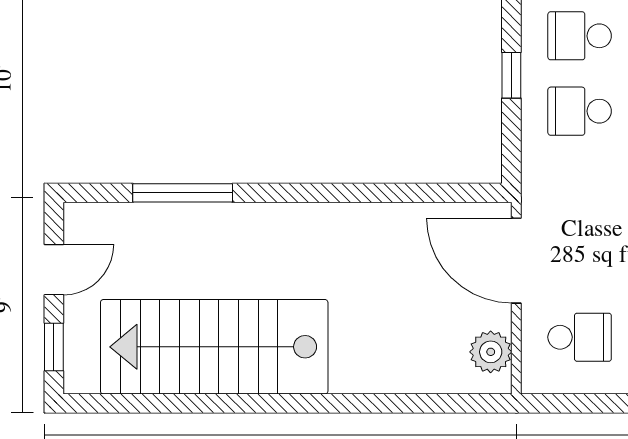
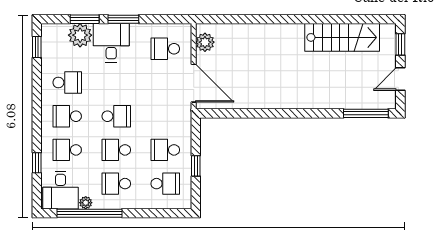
school desk: (580, 111) -> (165, 150), turned 180
window: (183, 193) -> (366, 113), moved
stairs: (214, 347) -> (342, 37), width x0.73, depth x0.66

